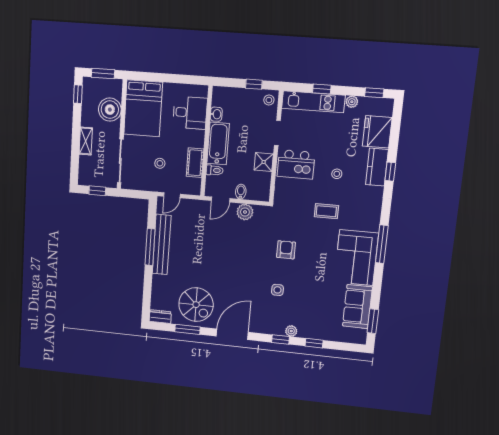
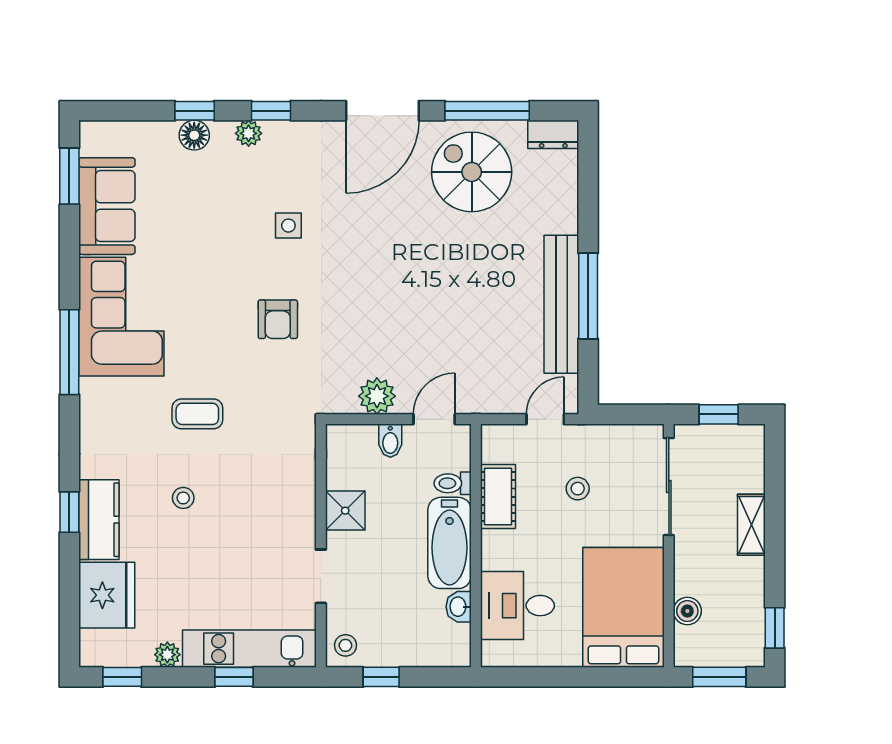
boiler: (110, 110) -> (687, 611), width x0.54, depth x0.54
kitchen island: (296, 164) -> (274, 511), removed
window: (188, 329) -> (487, 111), width x1.44
floor lamp: (315, 333) -> (194, 135), added

